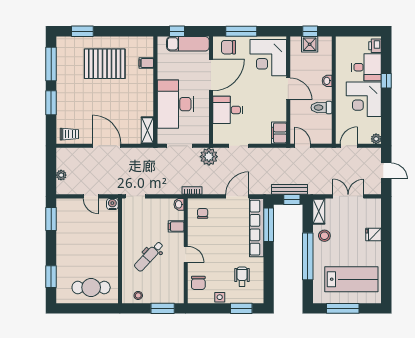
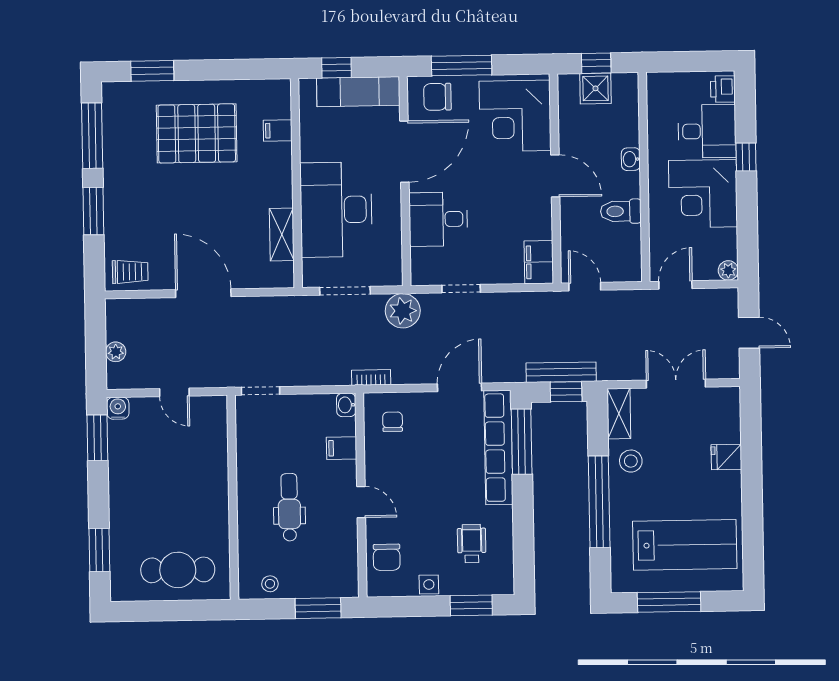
shelving: (147, 130) -> (282, 235), moved
water cooler: (112, 204) -> (118, 408), moved
dental chair: (149, 256) -> (289, 507), turned 137

